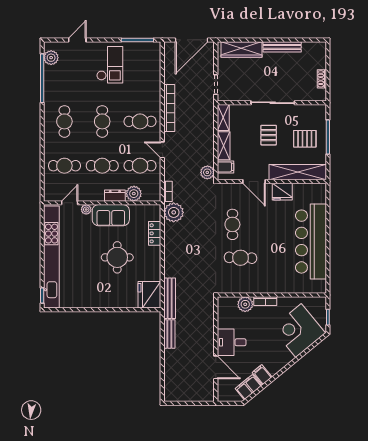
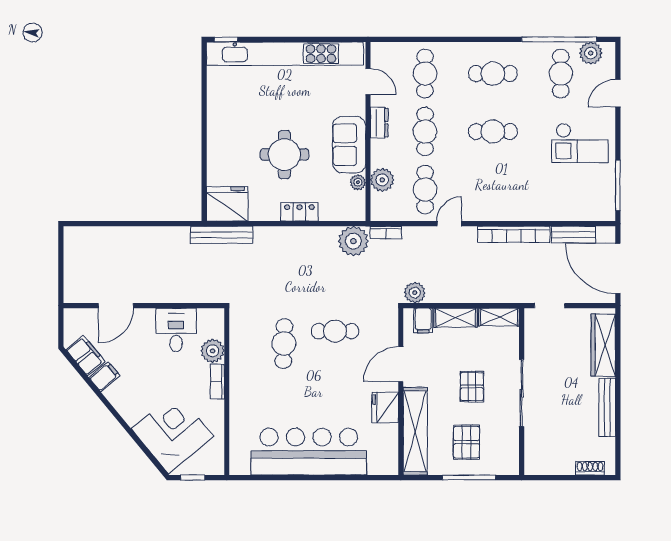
door: (77, 40) -> (618, 93), swing flipped
shoe rack: (322, 79) -> (590, 468), moved
cafe table: (140, 121) -> (561, 74), moved
pallet: (269, 135) -> (472, 387), turned 90
dresser: (115, 196) -> (379, 123), moved
plant: (86, 209) -> (358, 182), moved
locker: (155, 233) -> (299, 212), moved
bench: (169, 334) -> (573, 235), moved
desk: (232, 342) -> (176, 330), moved

